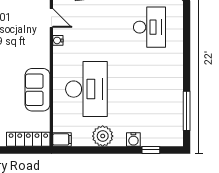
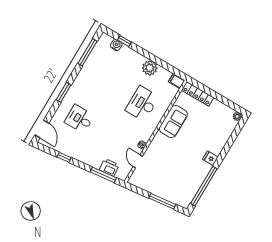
desk: (149, 27) -> (79, 119), width x0.73
window: (187, 47) -> (64, 92), added
desk: (86, 89) -> (142, 104), width x0.73, depth x0.77
water cooler: (133, 140) -> (116, 45), moved

